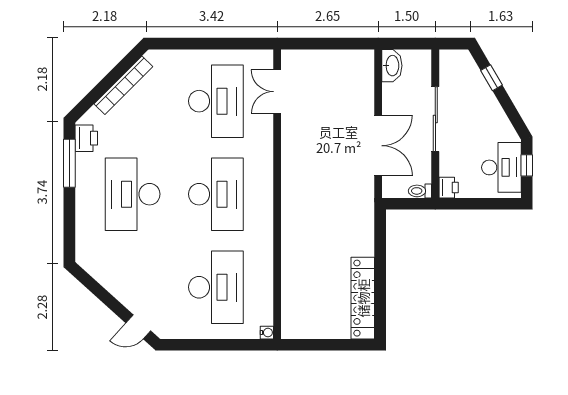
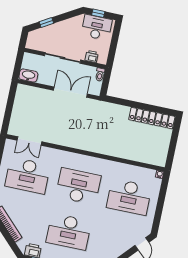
desk: (216, 101) -> (28, 175), turned 180
printer: (449, 188) -> (92, 56), moved
desk: (216, 287) -> (129, 197), turned 180

